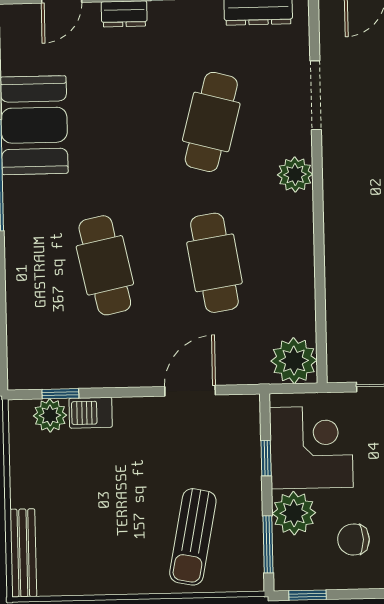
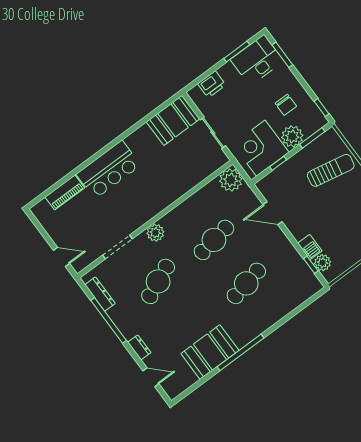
cafe table: (211, 122) -> (158, 281), turned -39

